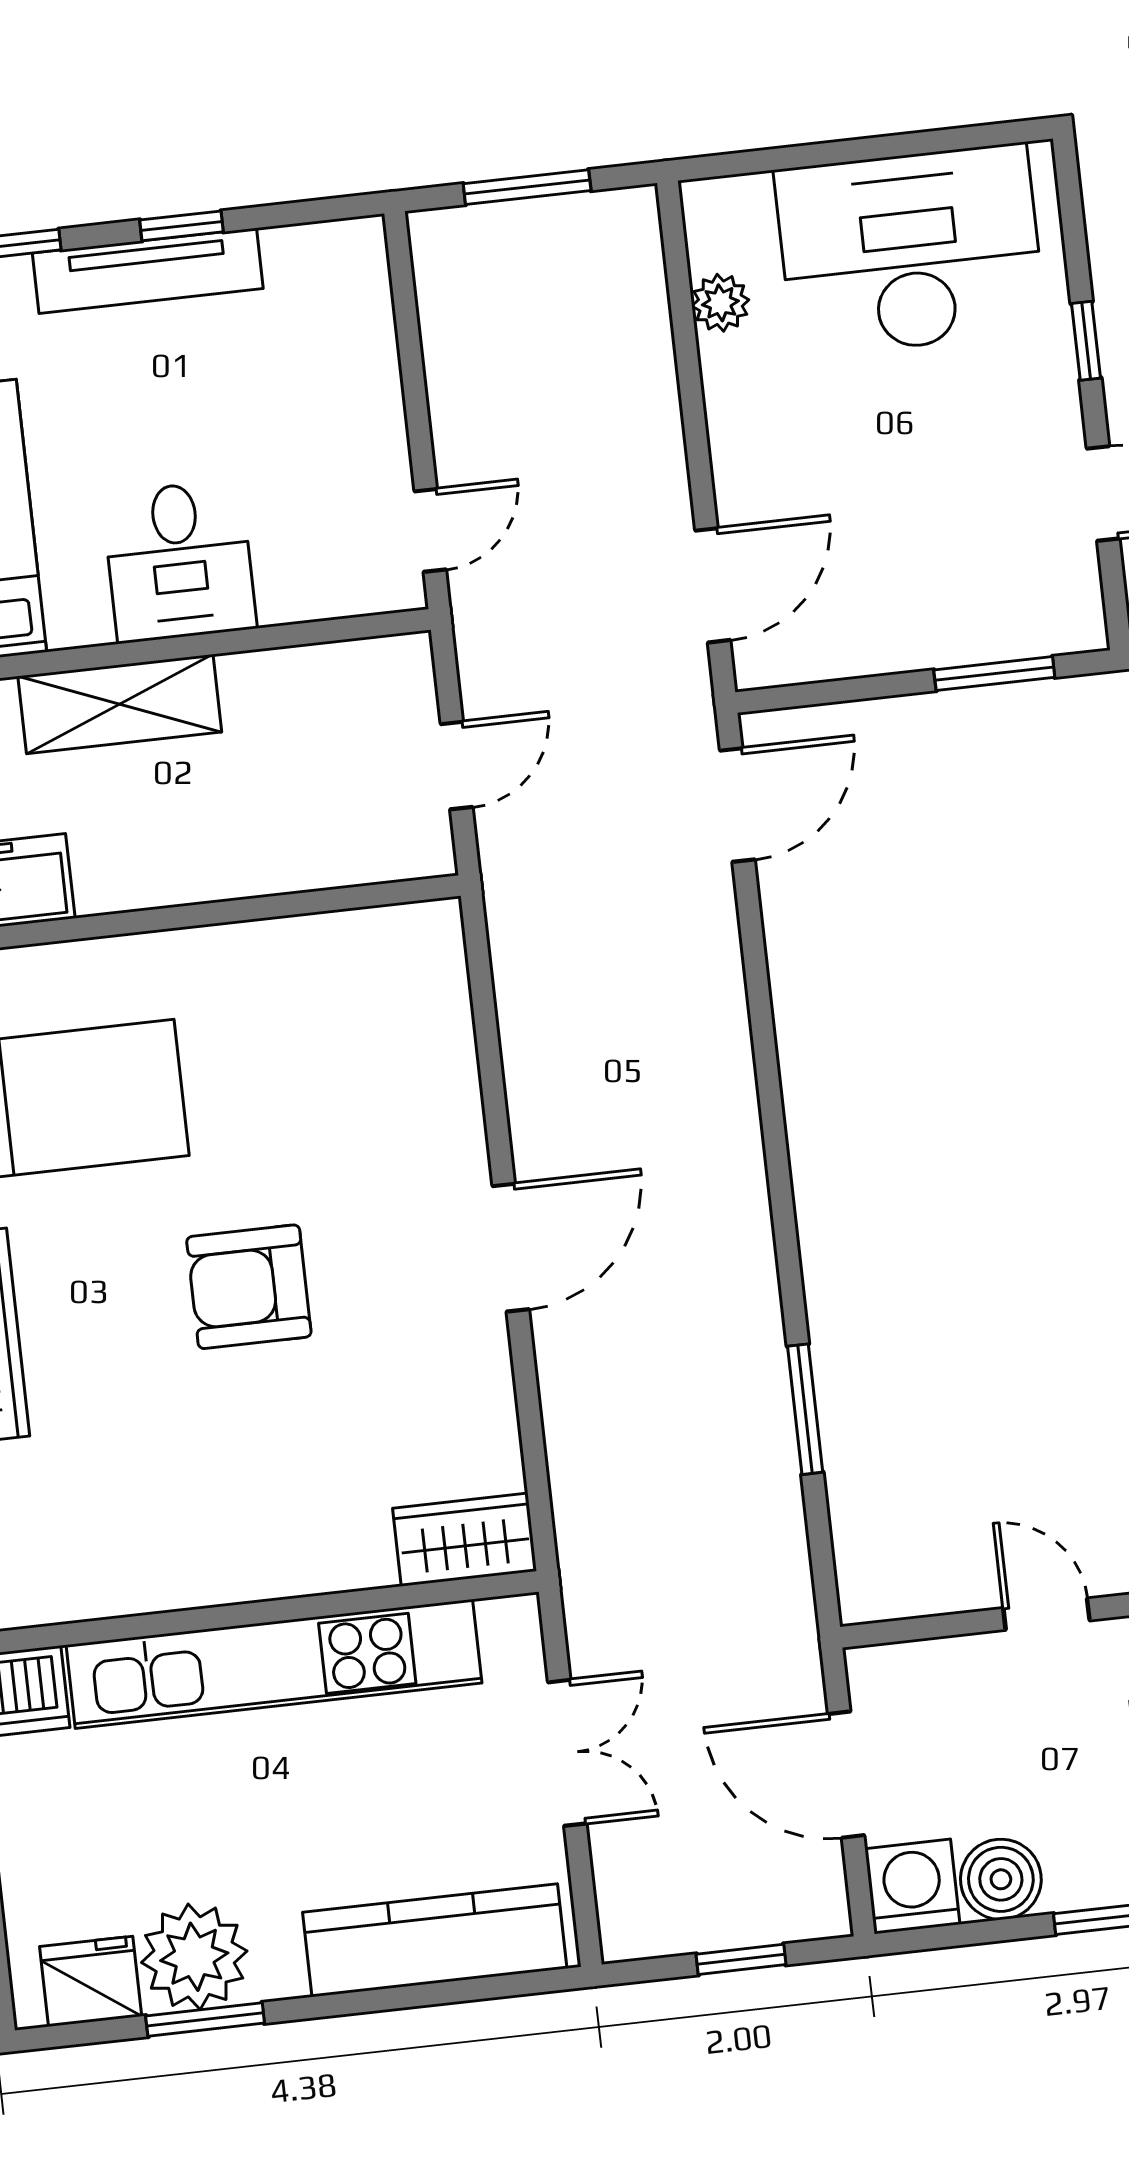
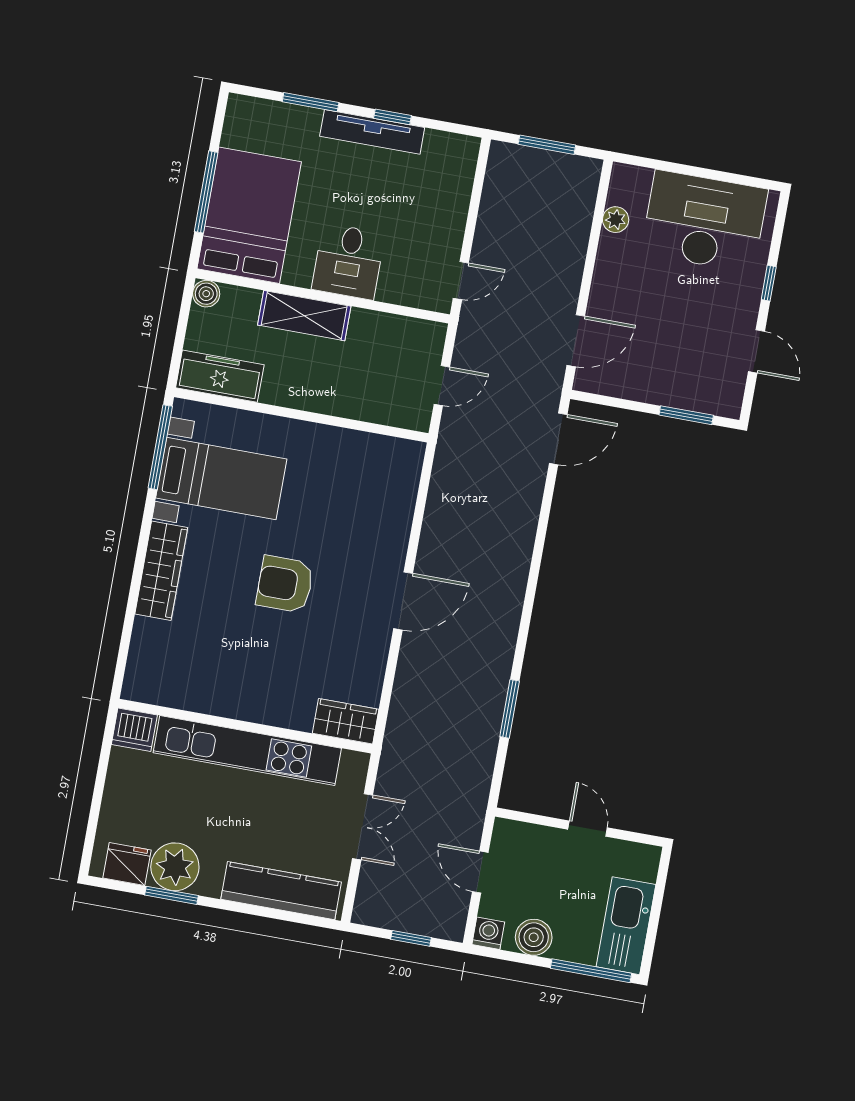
door: (846, 1775) -> (480, 872), width x0.73
washing machine: (912, 1886) -> (488, 933), width x0.73, depth x0.73

